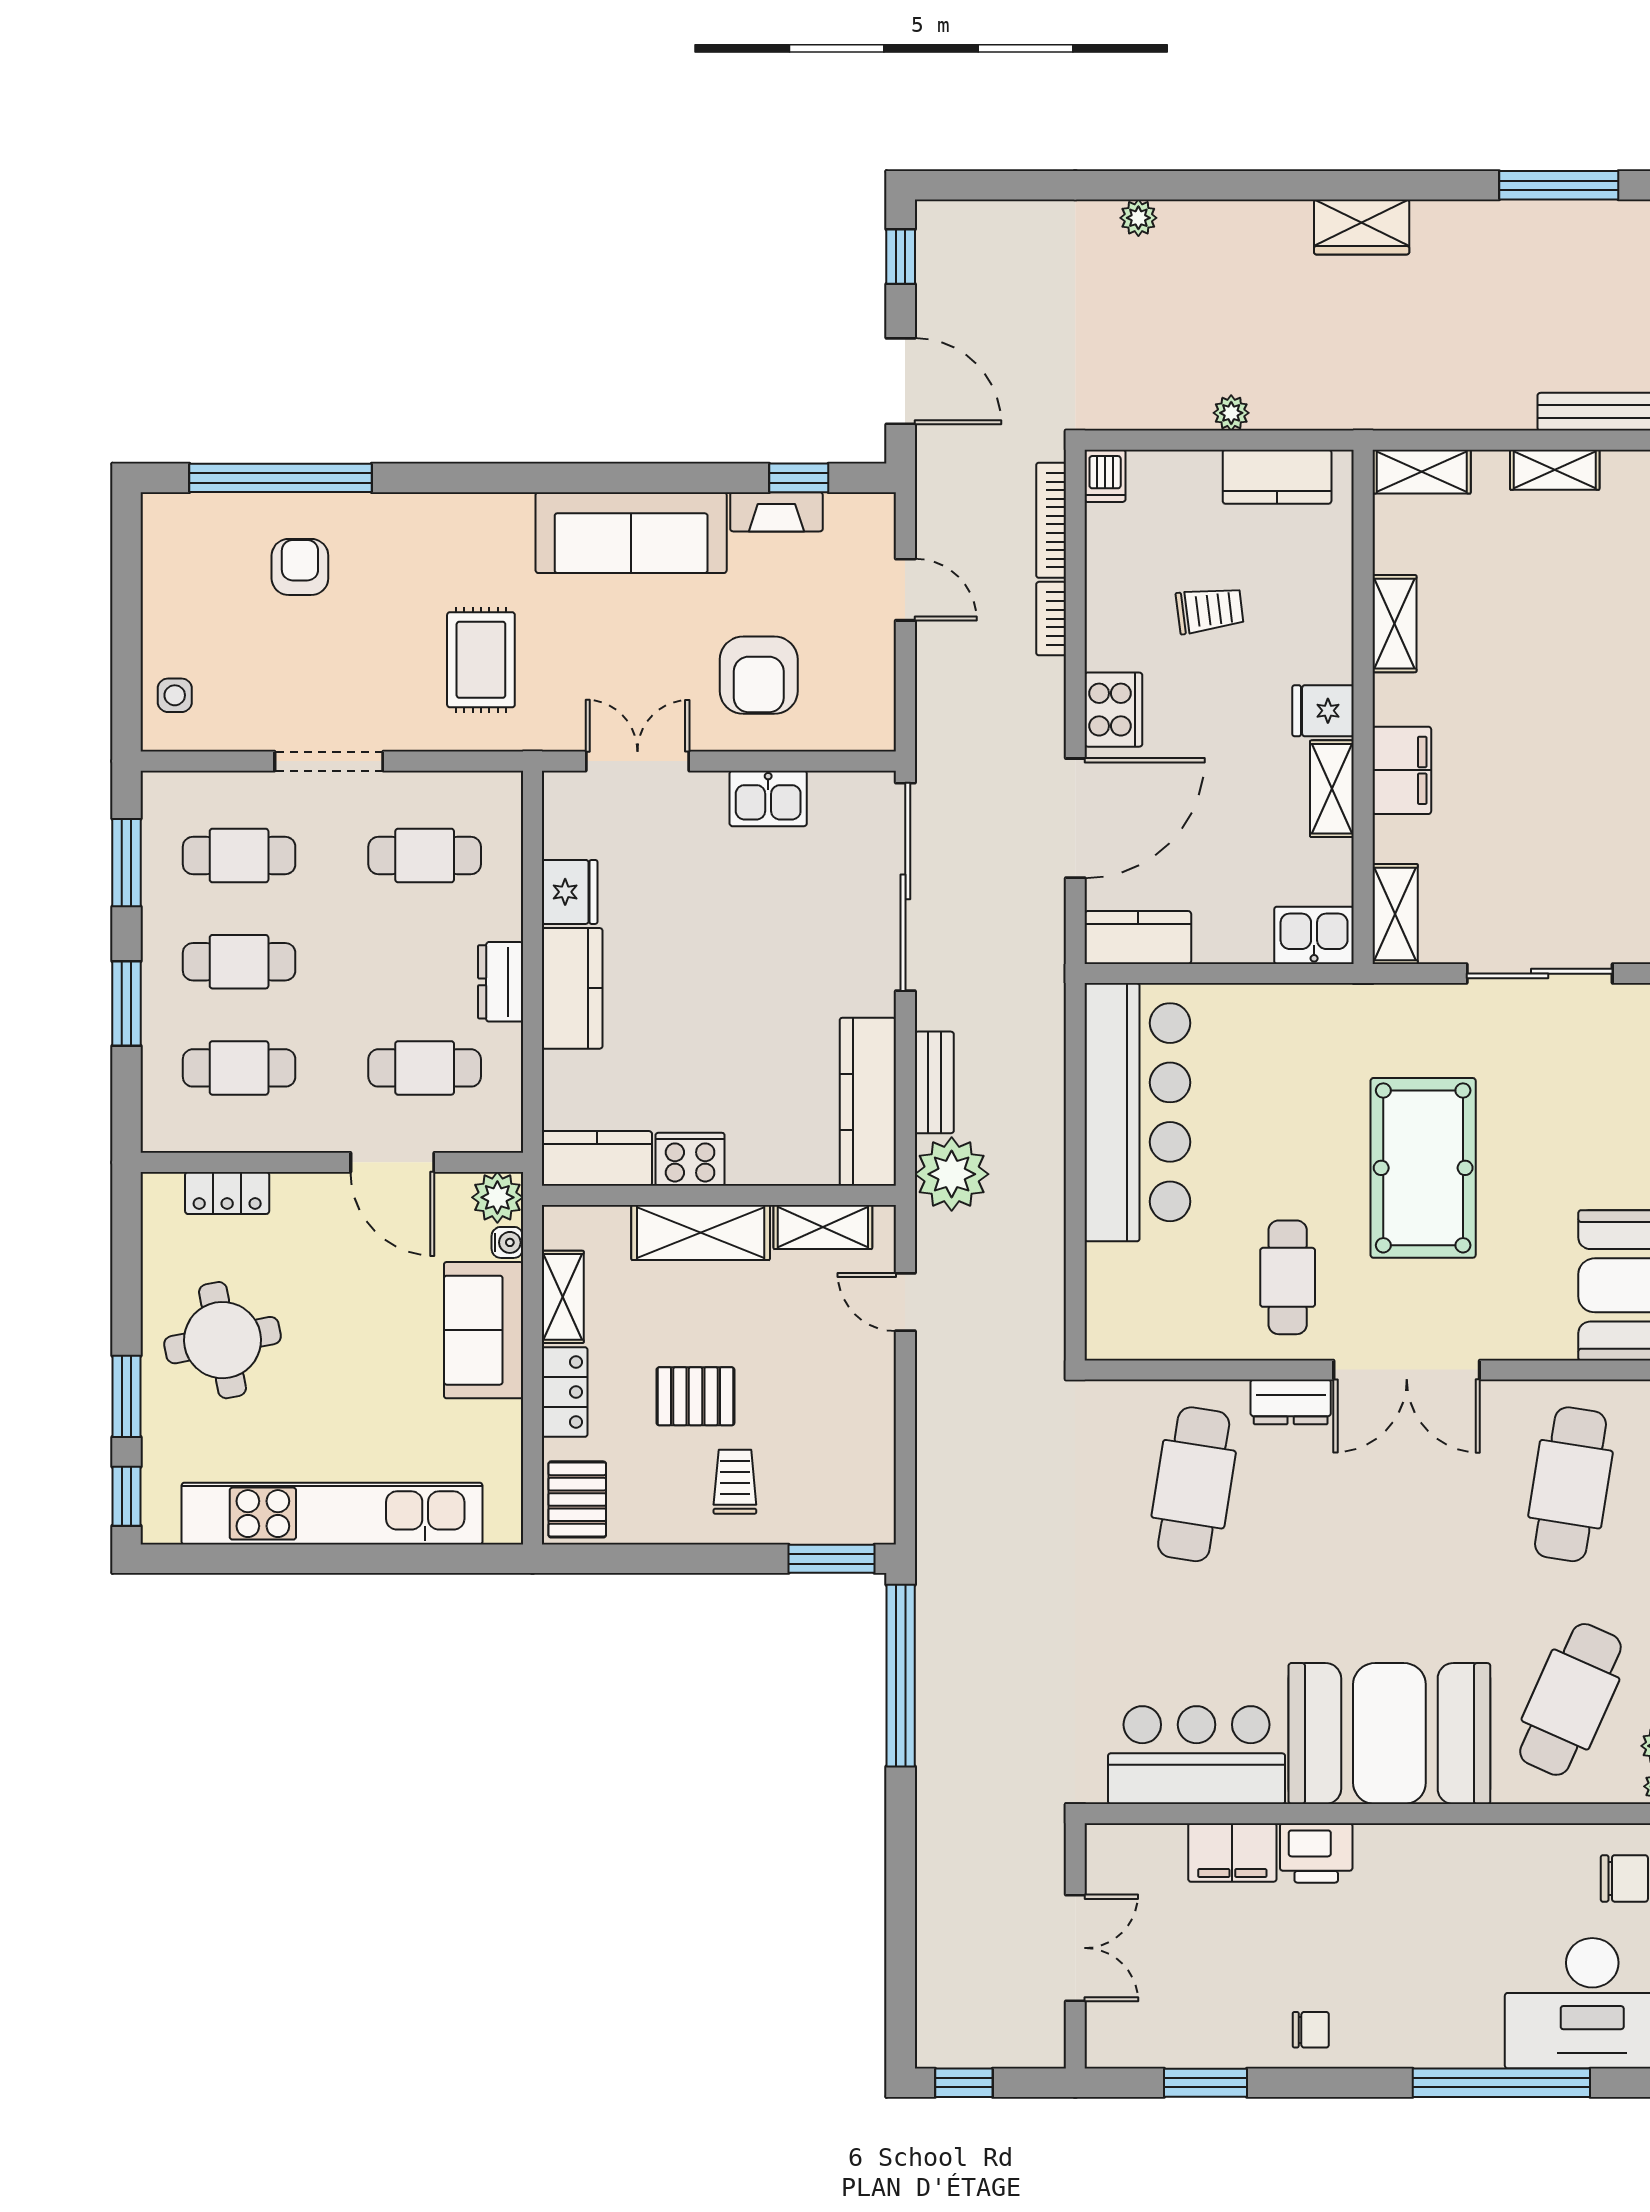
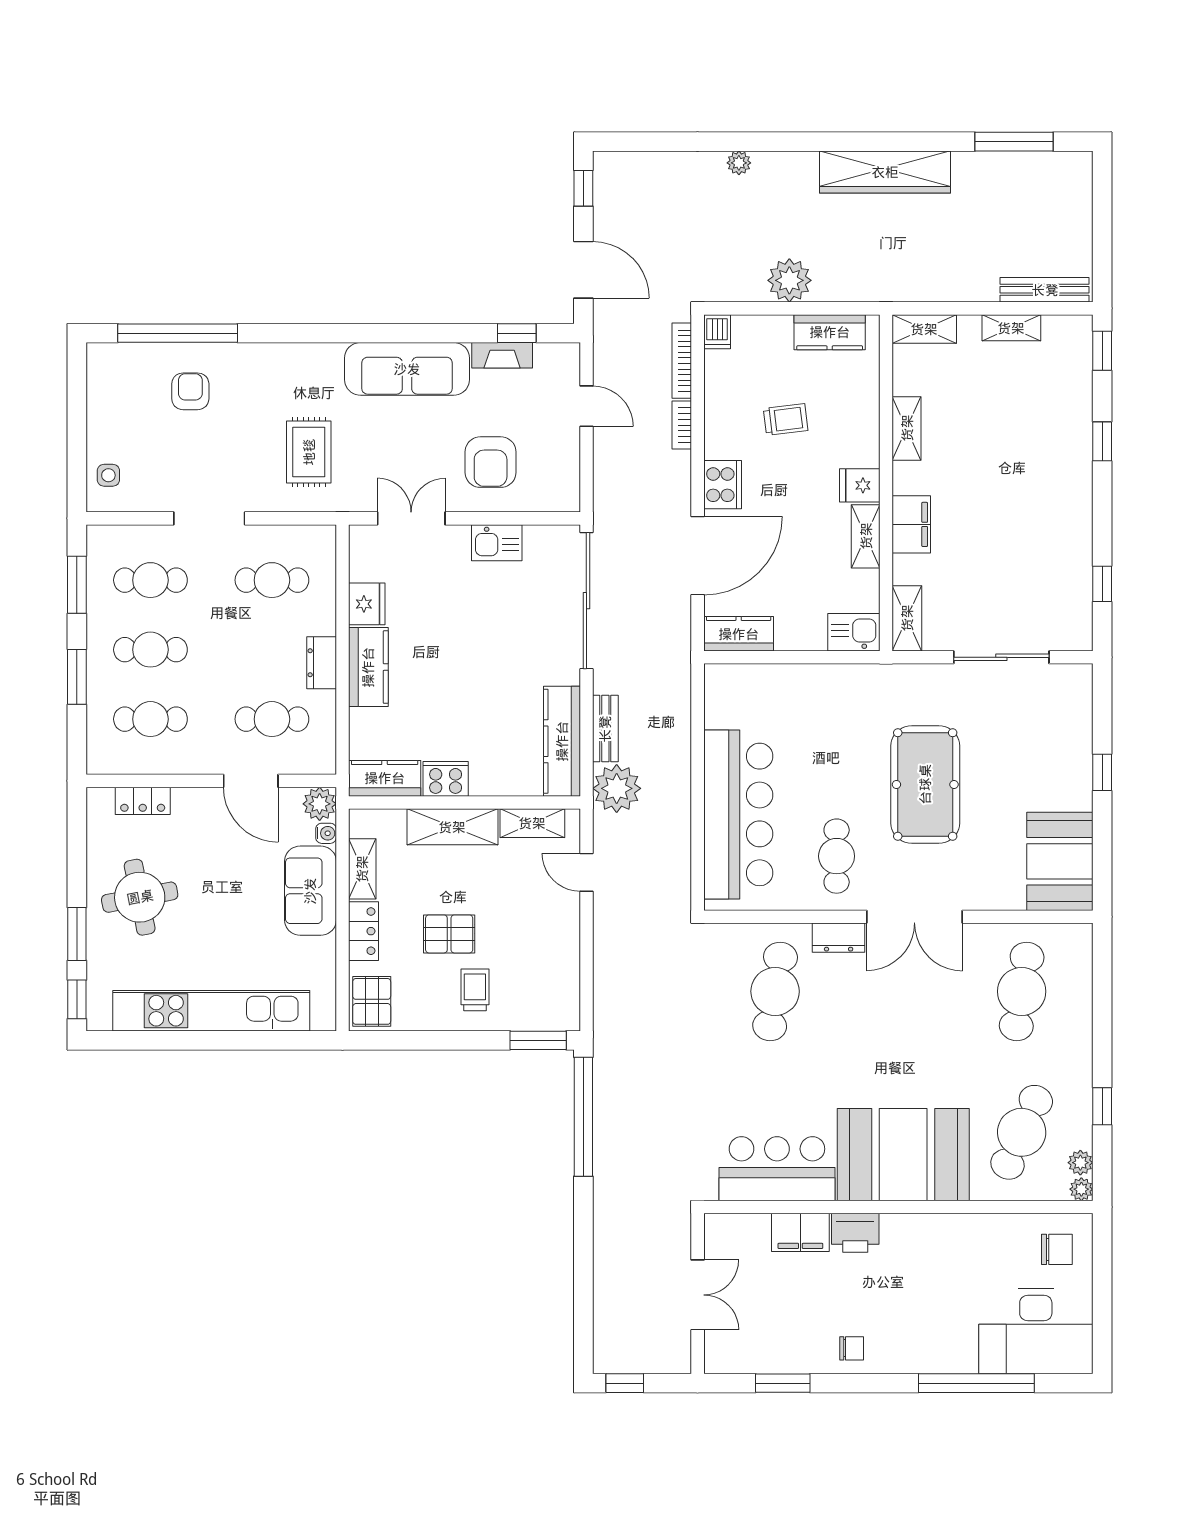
wardrobe: (1362, 227) -> (885, 172), width x2.10, depth x1.17
plant: (1231, 413) -> (789, 280), width x1.88, depth x1.88
bar counter: (1137, 1112) -> (738, 814), moved

